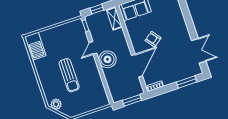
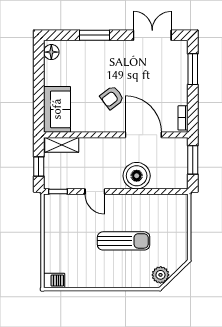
window: (187, 16) -> (95, 35), added
barbecue: (35, 46) -> (54, 281), width x0.53, depth x0.65
boiler: (107, 59) -> (137, 176), moved

